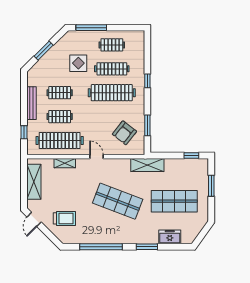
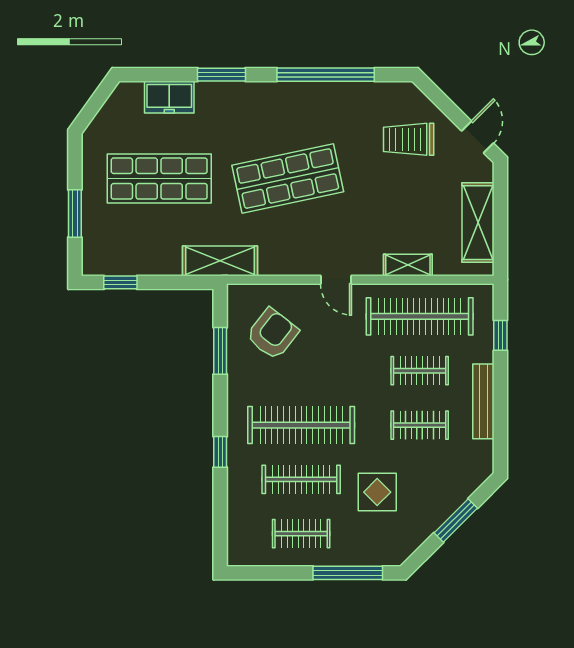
shop shelf: (118, 201) -> (288, 179), turned -33

